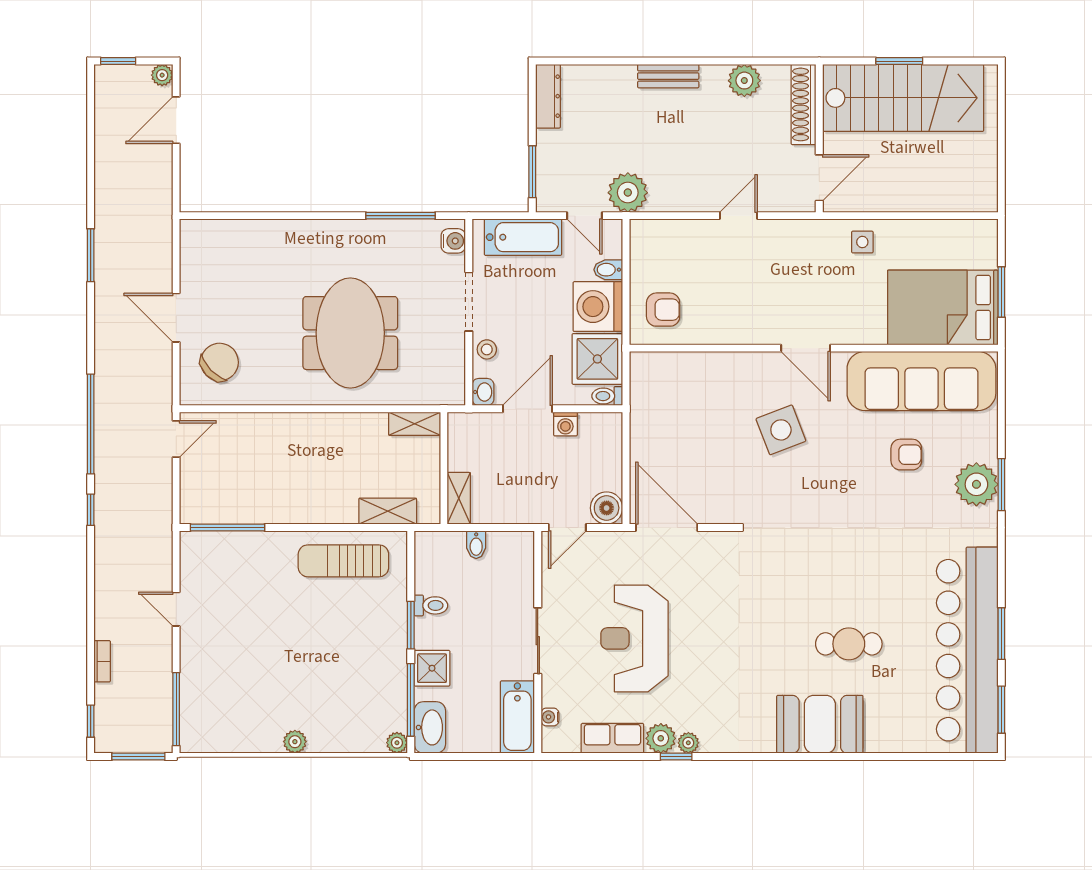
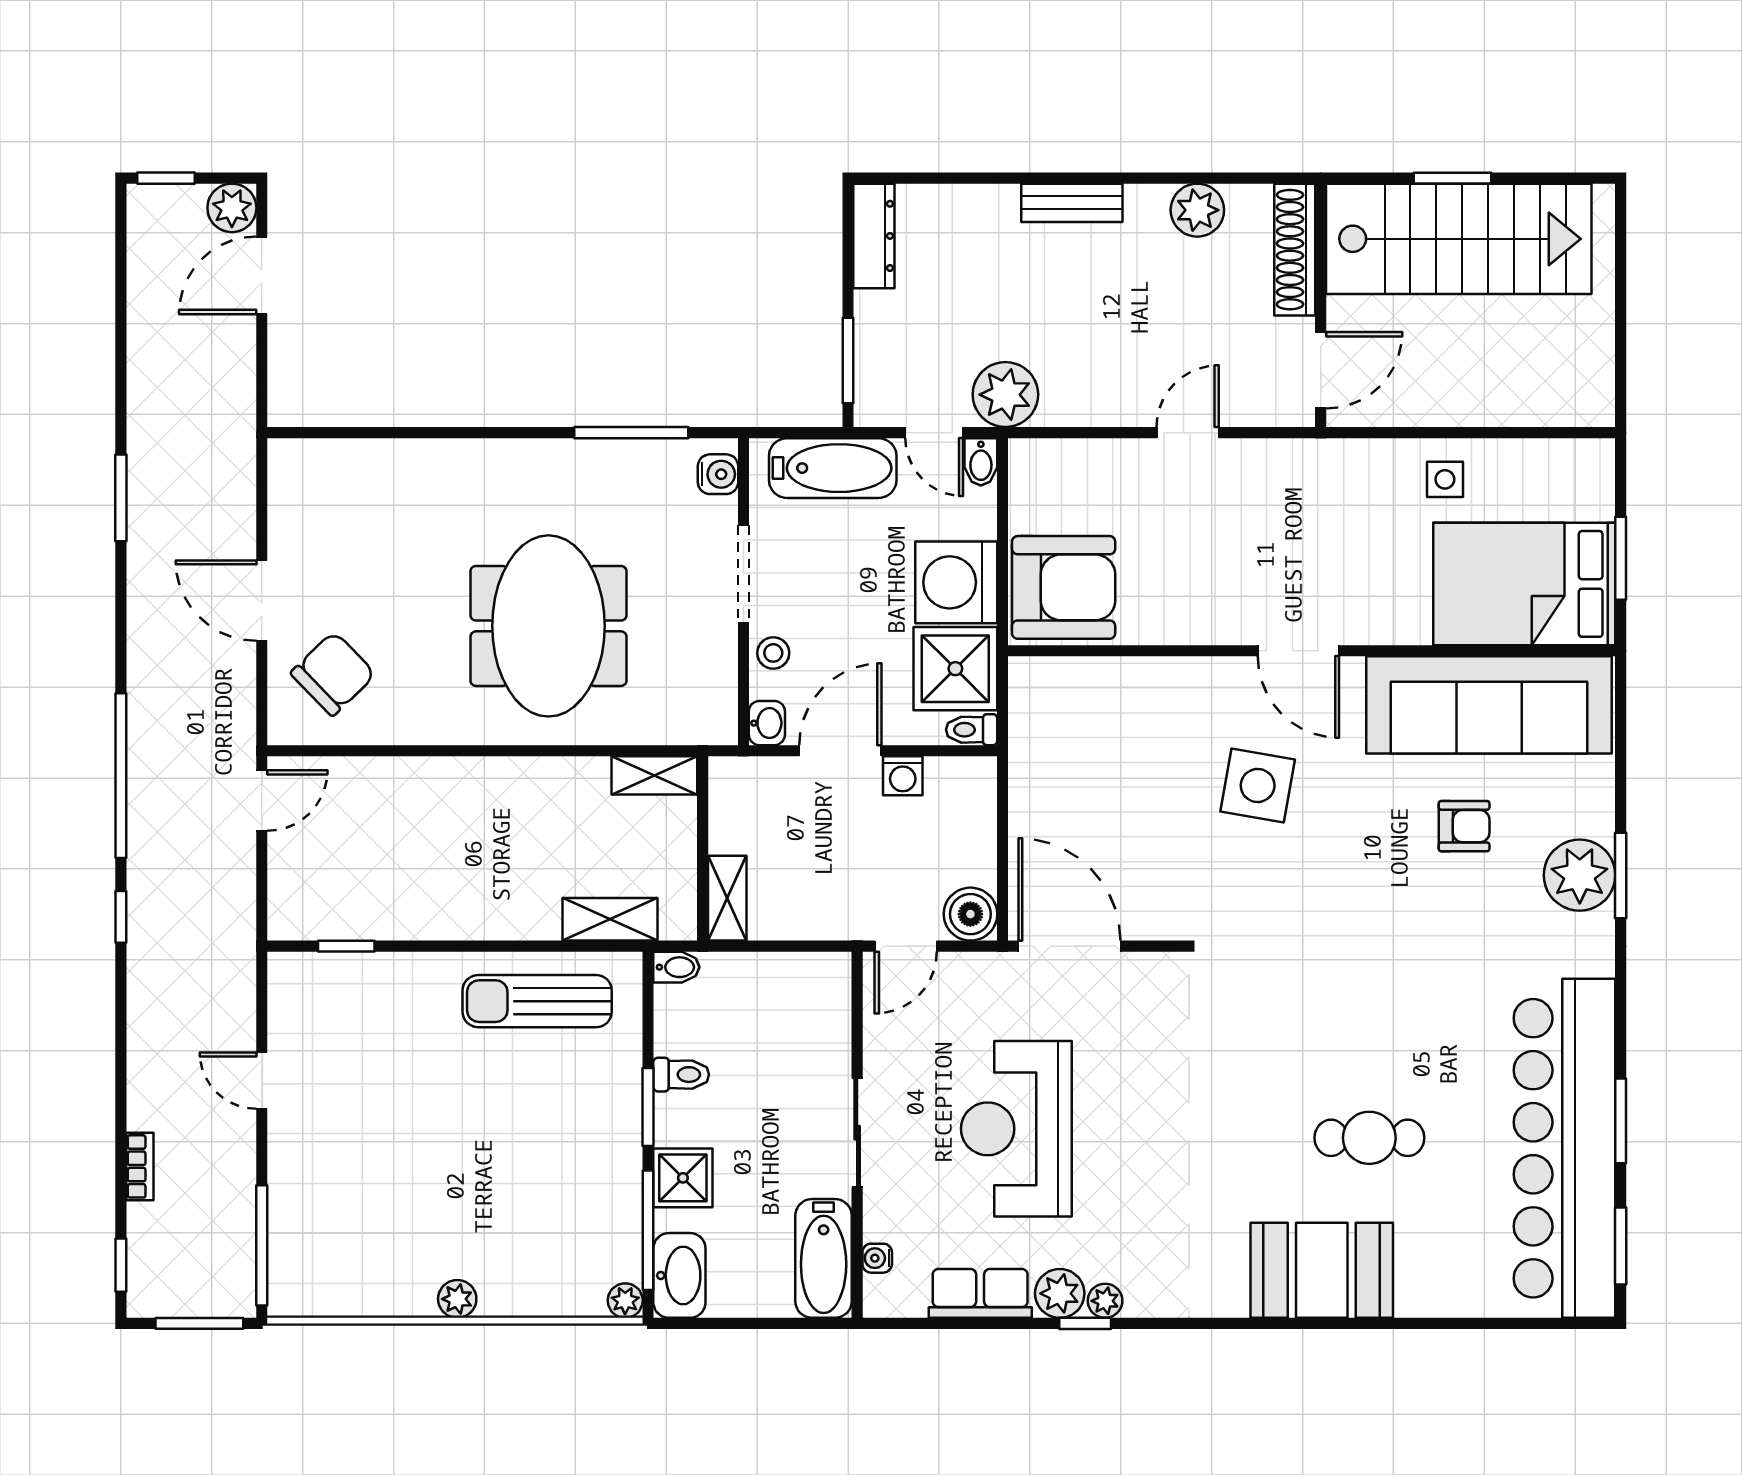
plant: (162, 75) -> (232, 208), width x1.38, depth x1.38
side table: (862, 242) -> (1445, 479), moved
bidet: (608, 270) -> (981, 462), moved, turned -90
armchair: (663, 310) -> (1064, 587), width x1.88, depth x1.88
side table: (781, 430) -> (1258, 785), turned 31
window: (228, 527) -> (346, 946), width x0.46
bidet: (476, 545) -> (676, 967), moved, turned -90

